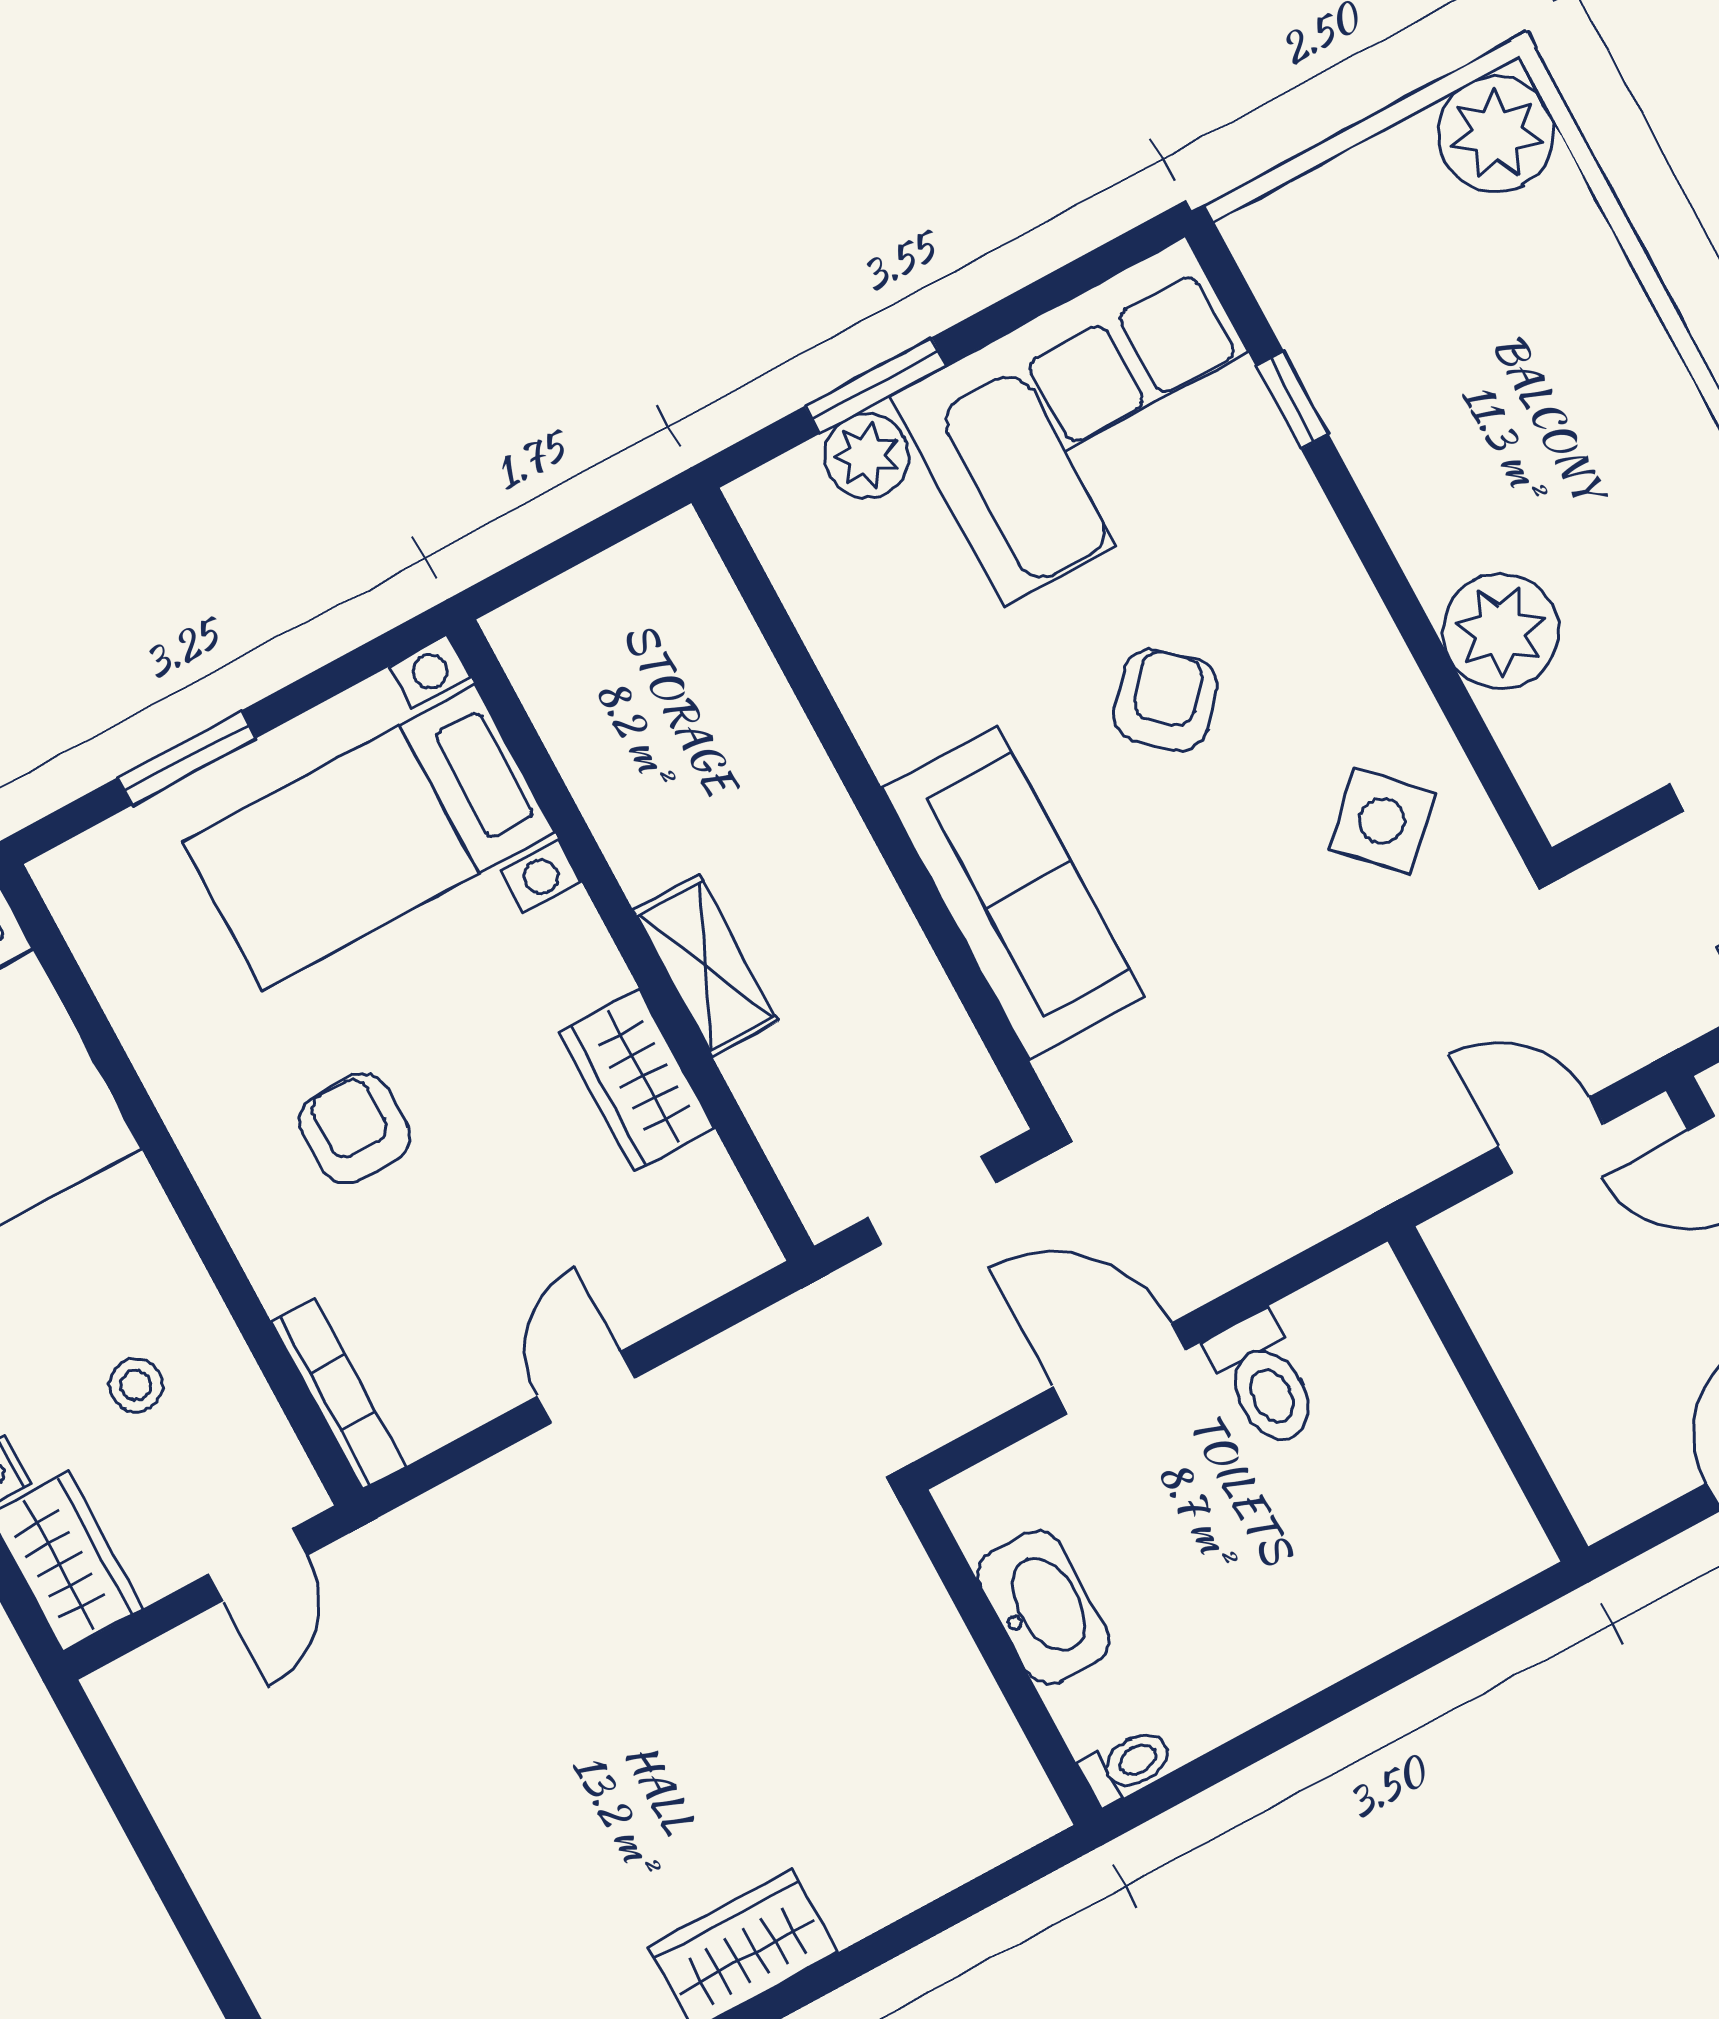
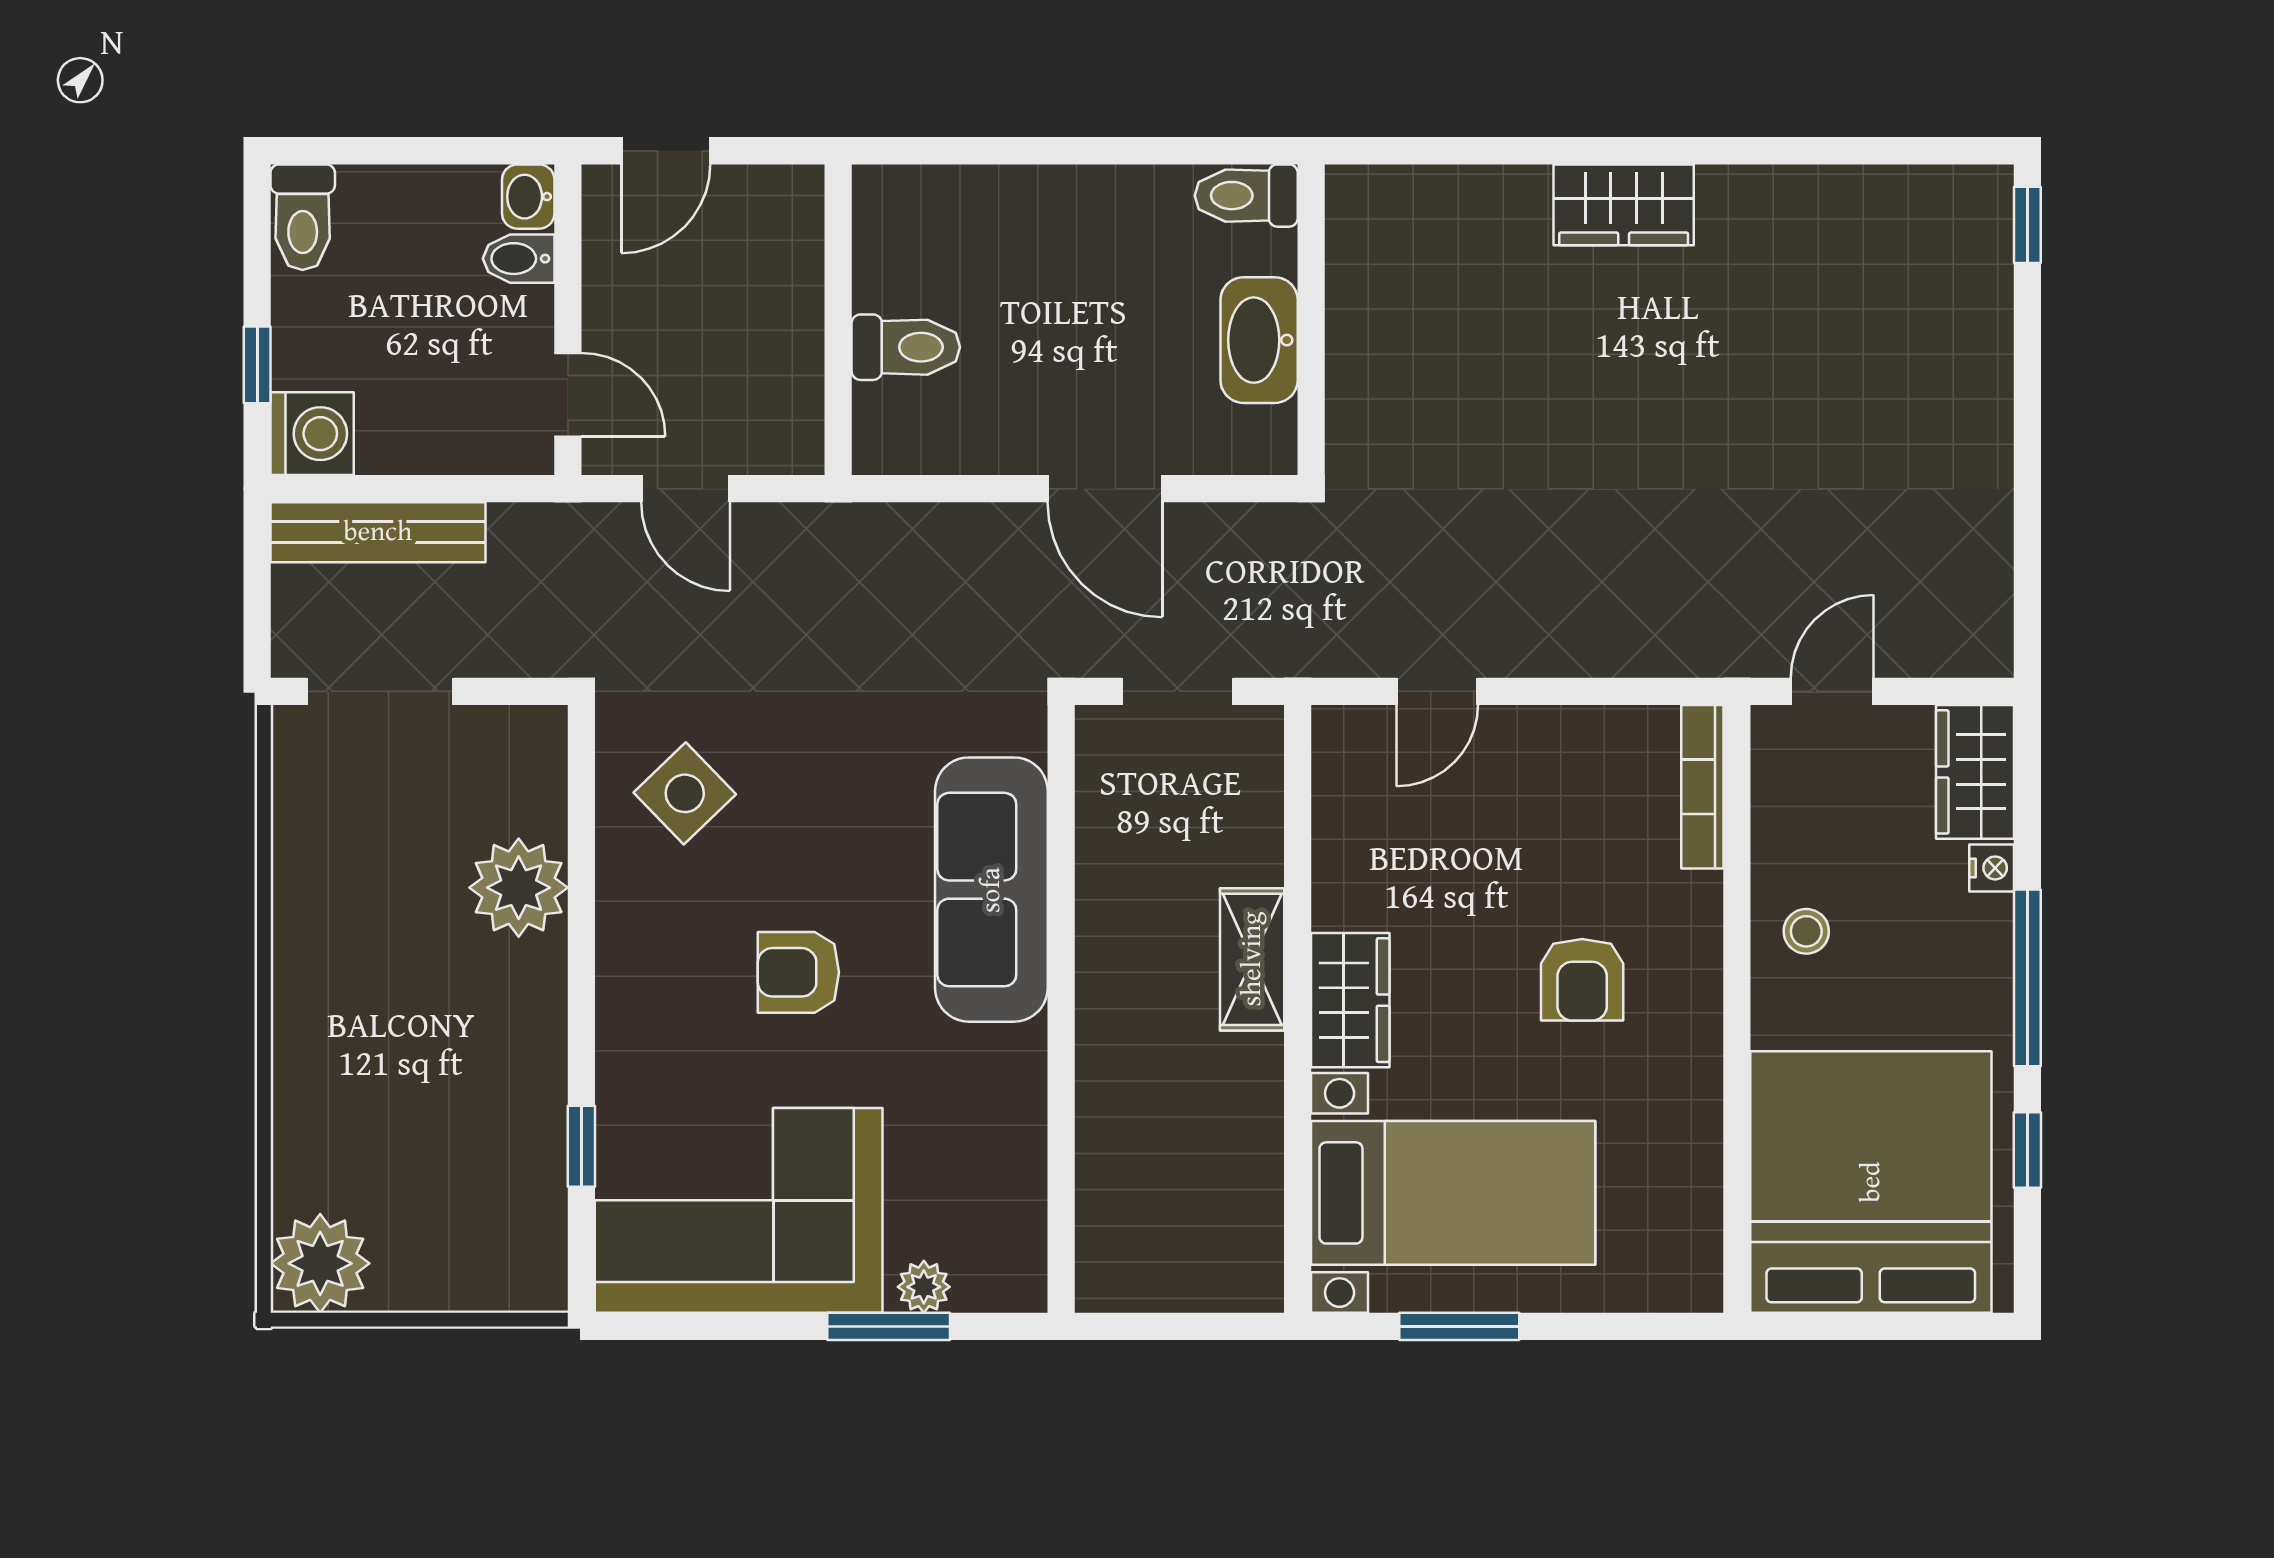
plant: (867, 456) -> (924, 1287), width x0.73, depth x0.73
armchair: (1166, 700) -> (798, 972), turned 49
window: (187, 758) -> (1459, 1326), moved
wardrobe: (637, 1080) -> (1350, 1000), moved
toilet: (1264, 1380) -> (906, 347), moved, turned 90
stool: (136, 1385) -> (1806, 931), moved
door: (586, 1387) -> (1437, 691), moved
toilet: (1127, 1766) -> (1246, 196), width x1.37, depth x1.39

